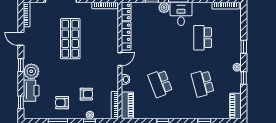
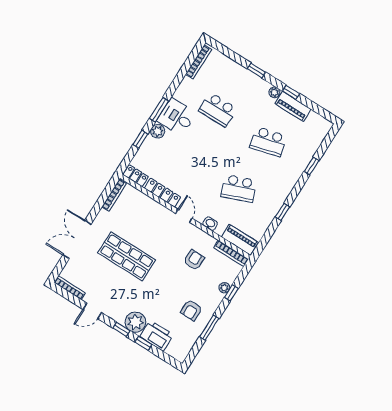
armchair: (86, 94) -> (194, 260), moved
window: (21, 102) -> (143, 343), moved
piano: (235, 106) -> (293, 106), moved

